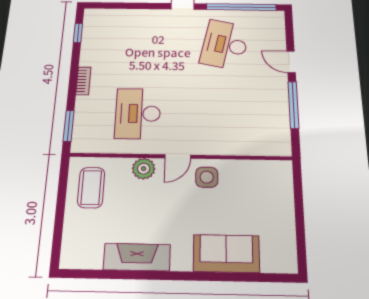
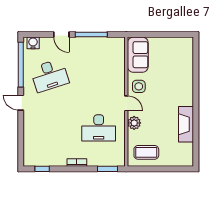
water cooler: (276, 23) -> (33, 43), added
desk: (225, 45) -> (49, 75), turned -30
door: (291, 62) -> (61, 34), hinge flipped
sofa: (226, 254) -> (138, 55), moved, turned 180

